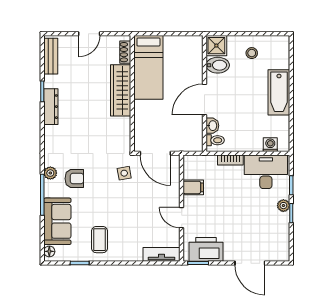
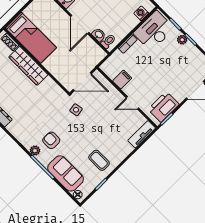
armchair: (74, 179) -> (51, 140), turned -90

